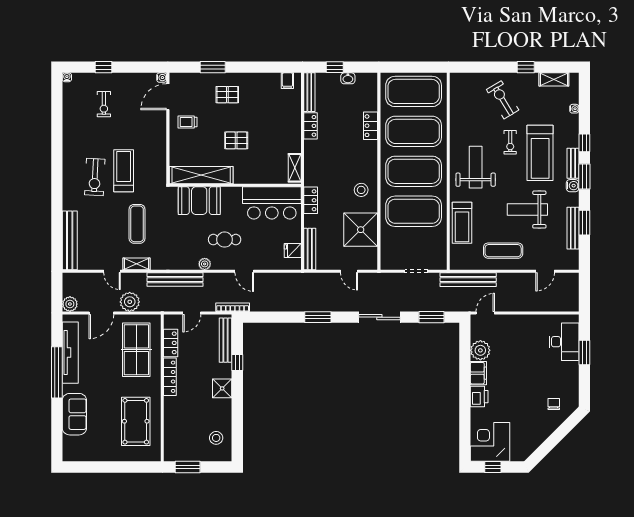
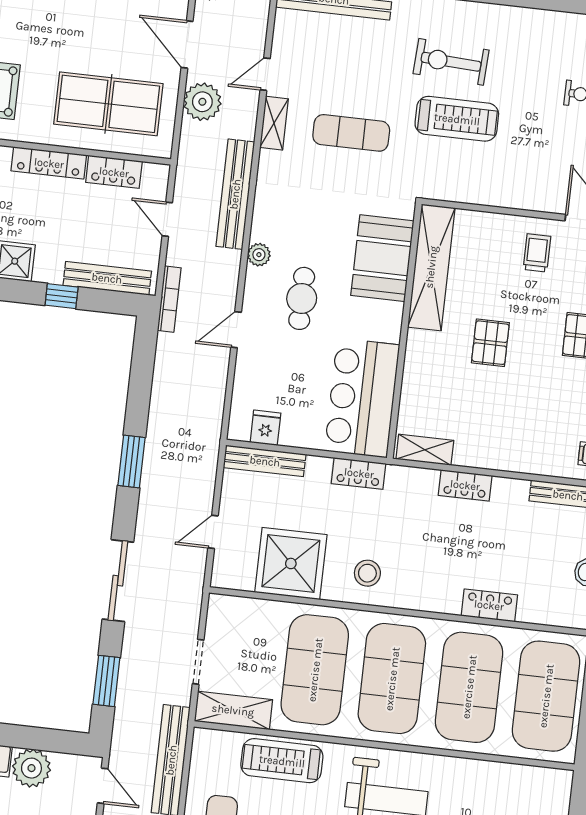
locker: (311, 126) -> (465, 485), moved
shelving: (439, 250) -> (233, 710), added

